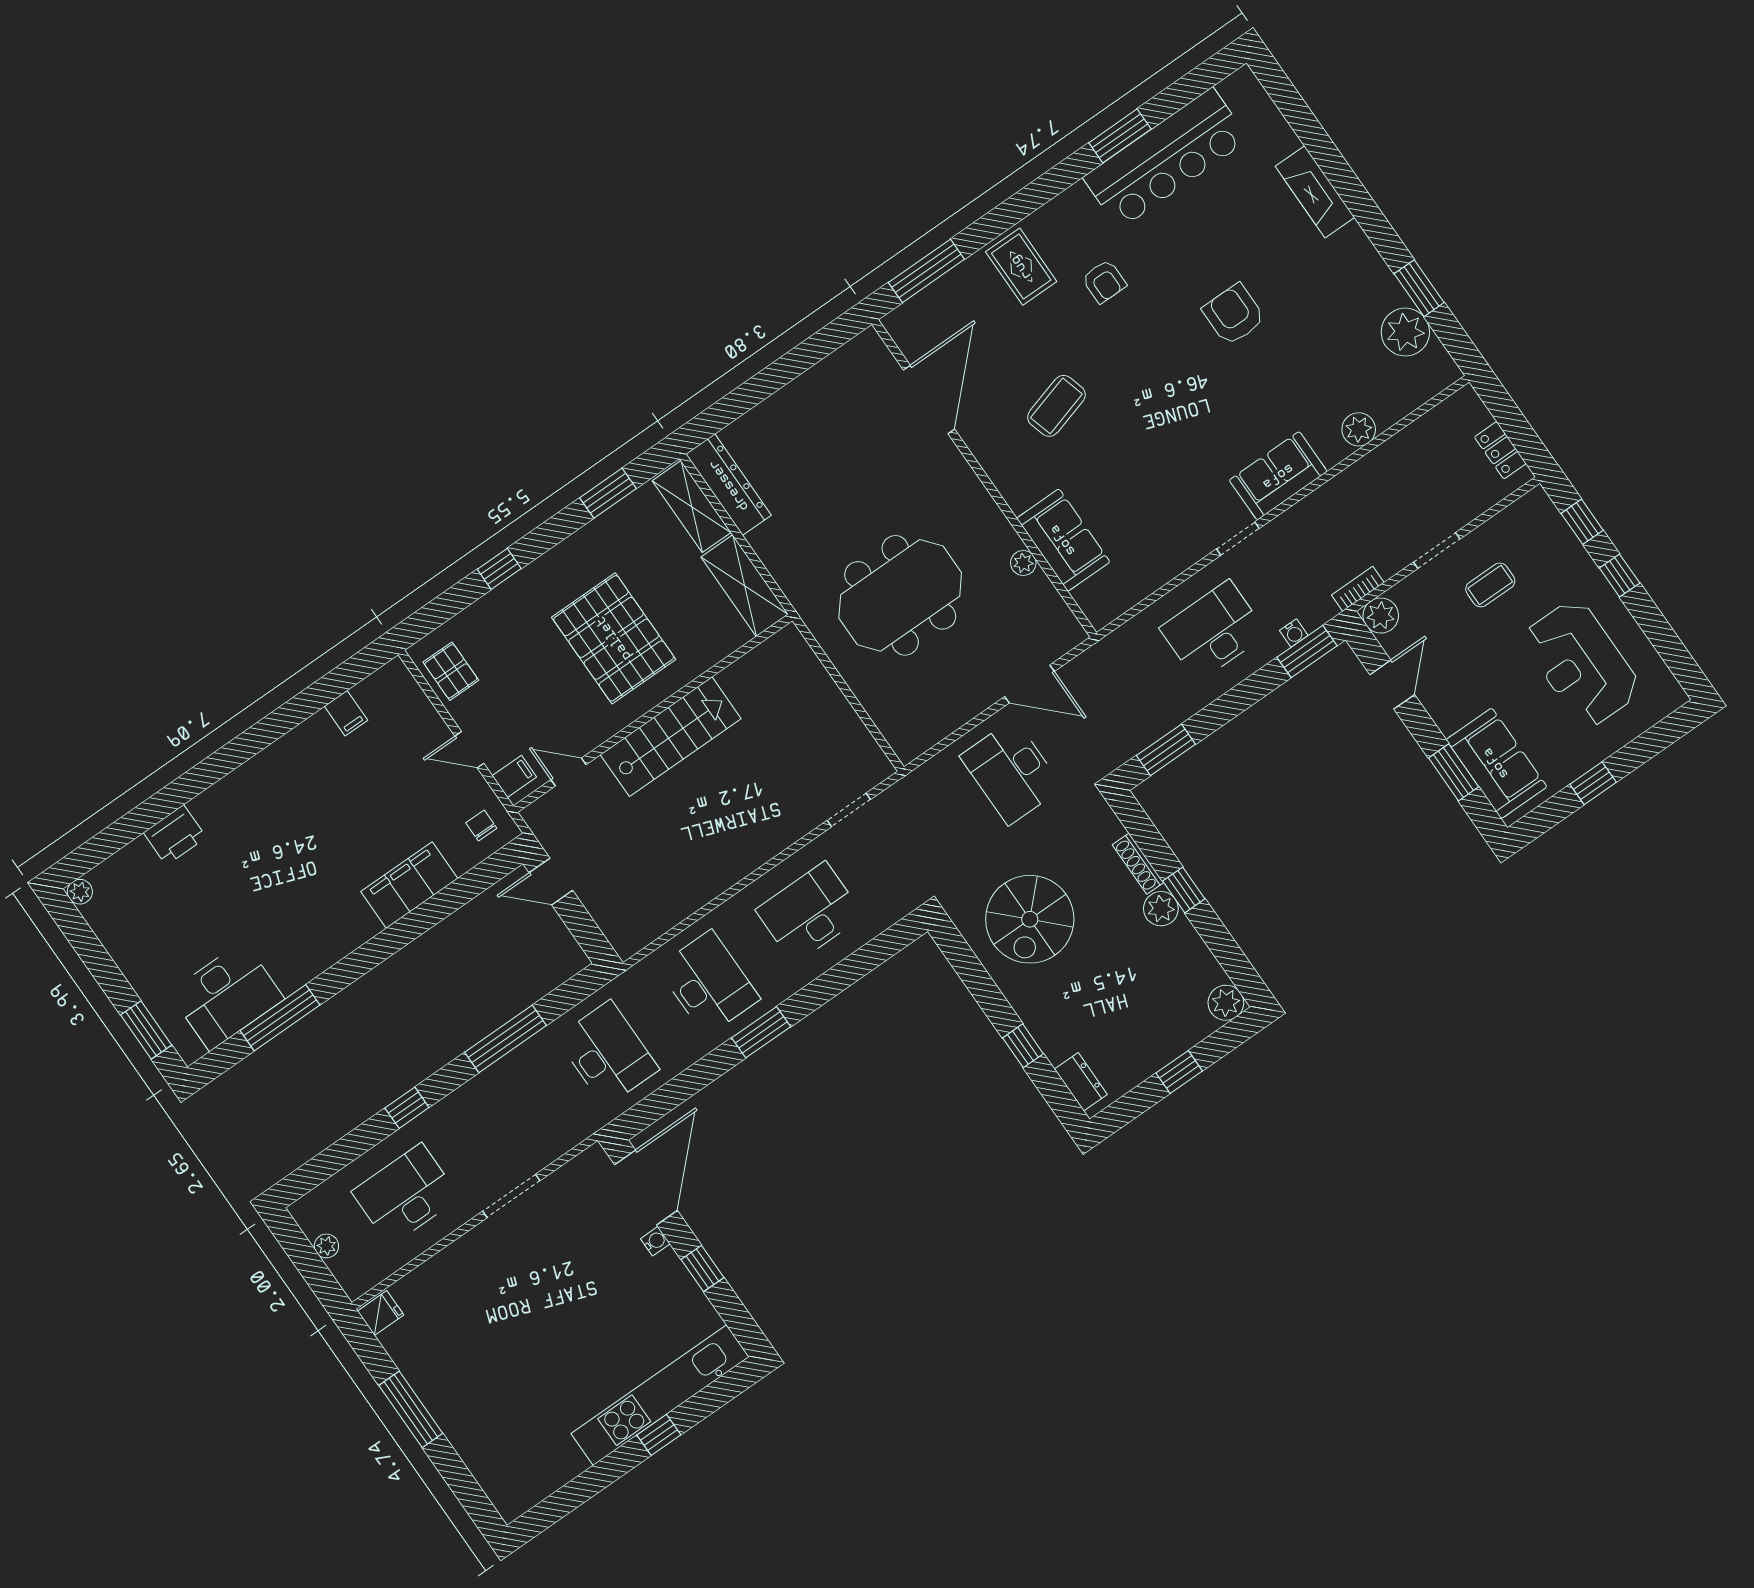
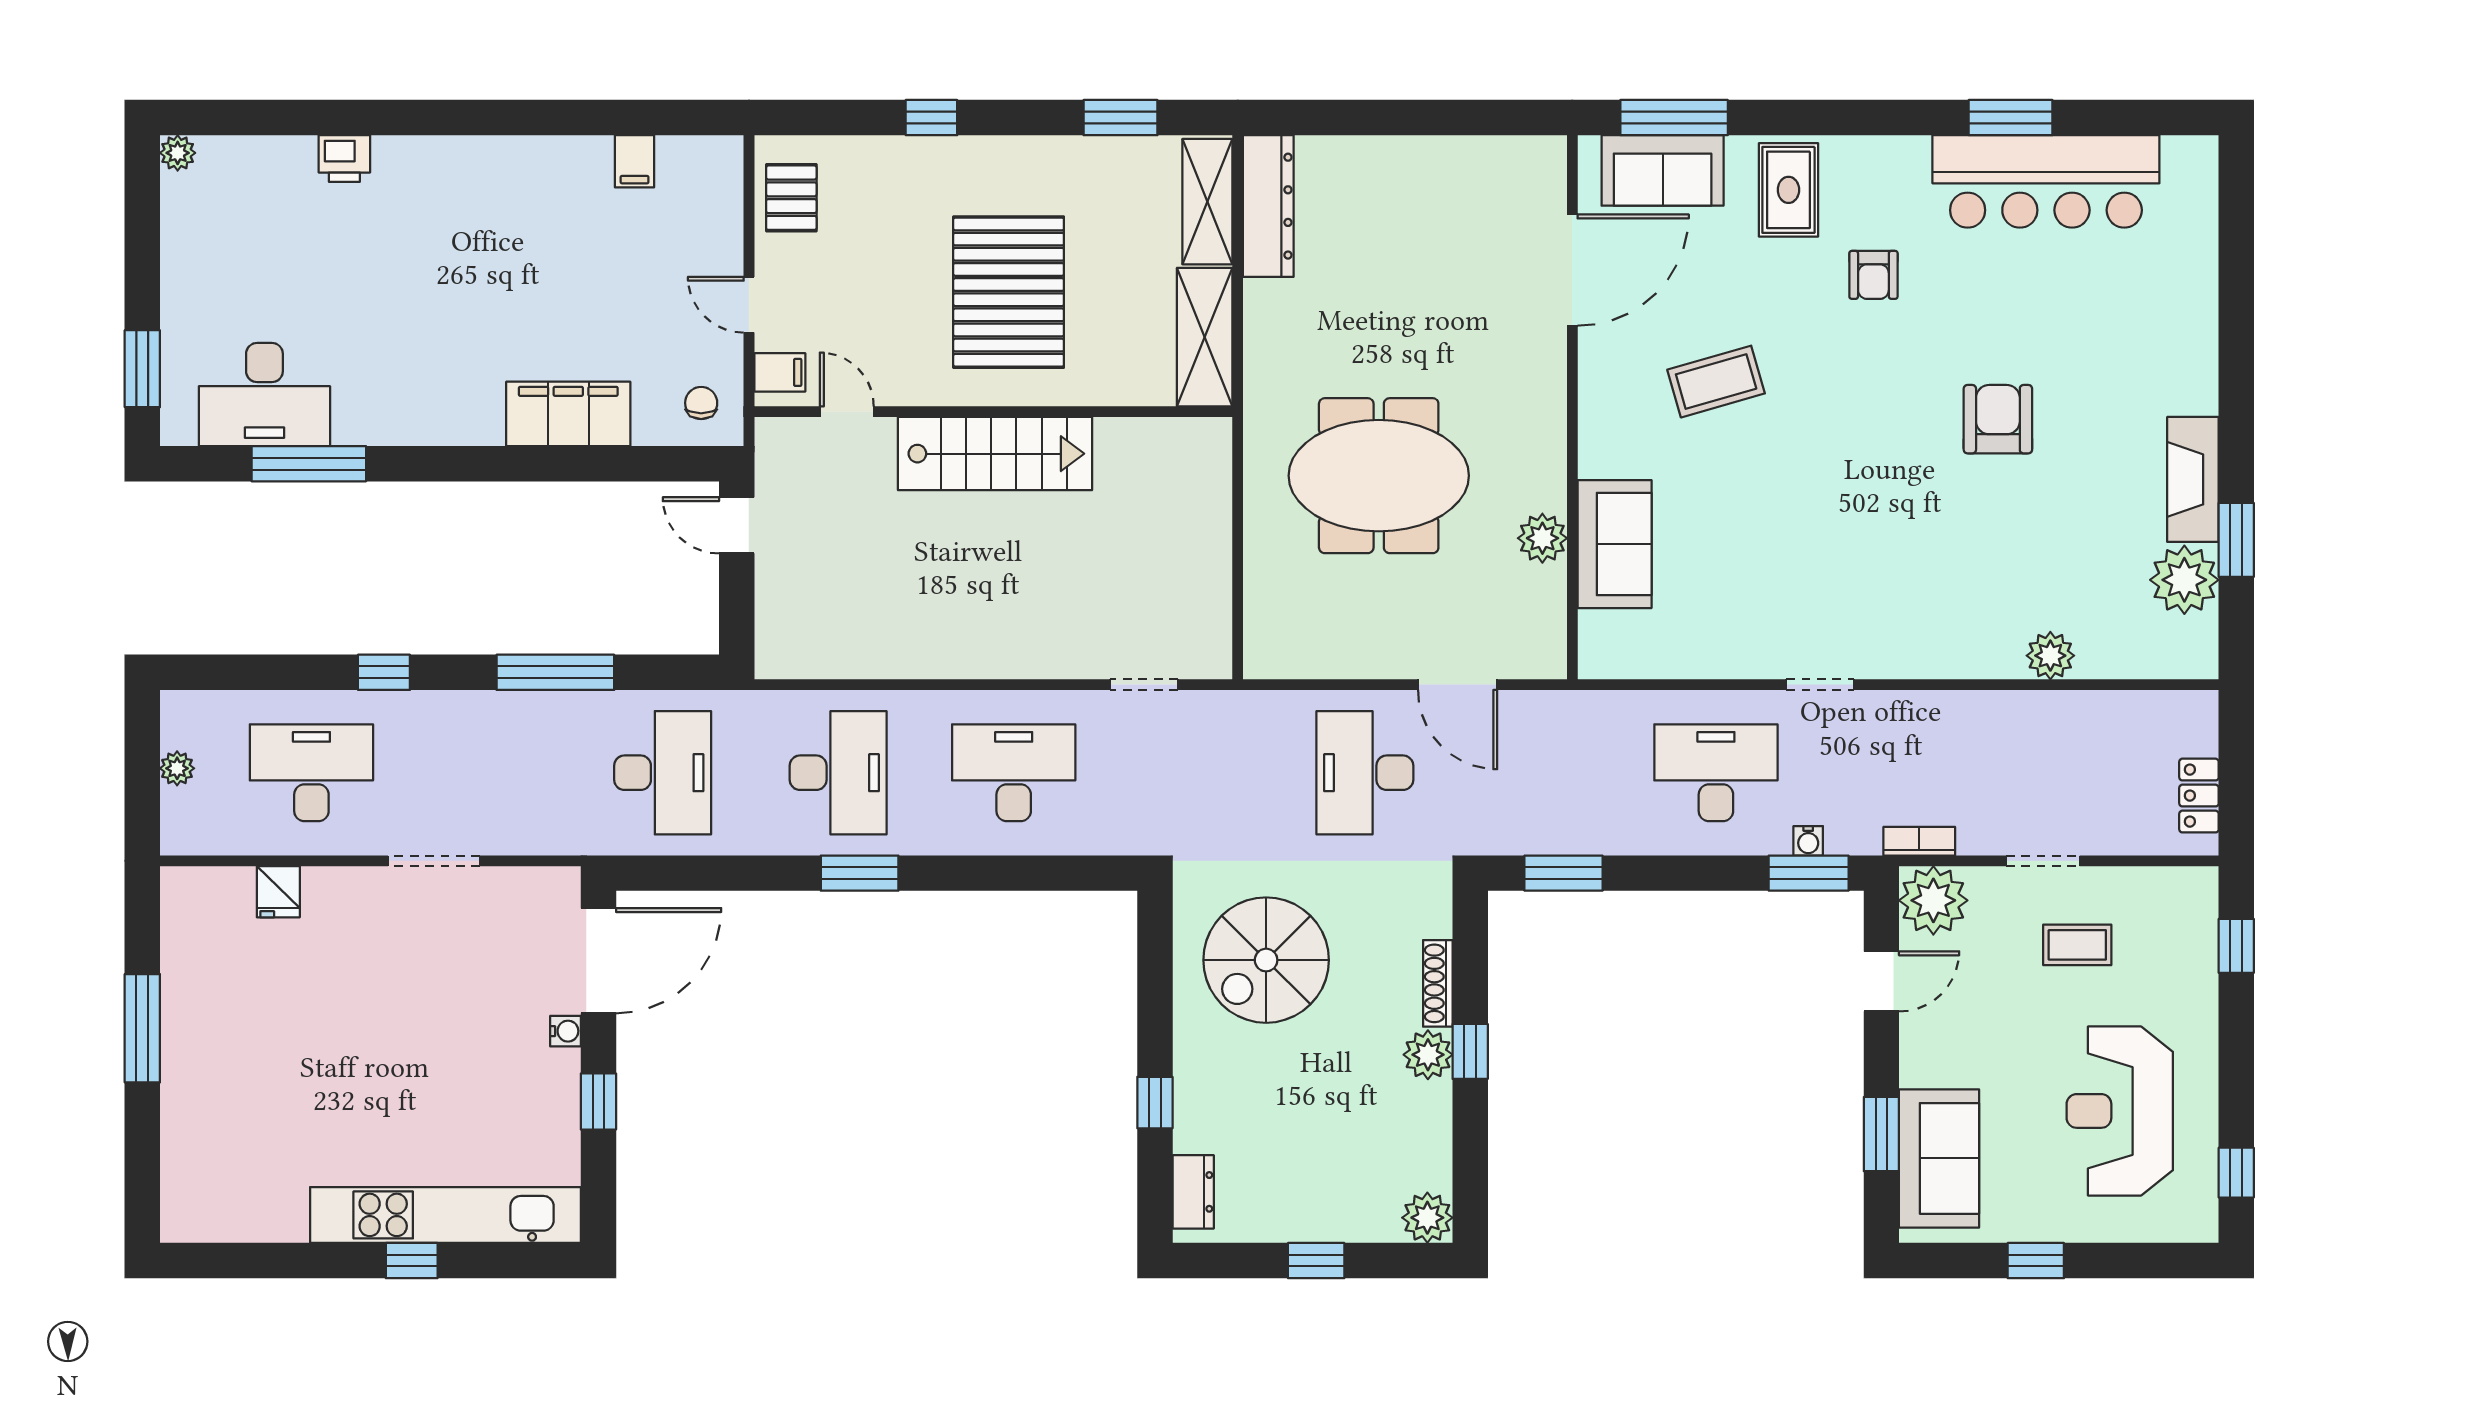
fireplace: (1315, 192) -> (2193, 479), moved
sofa: (1278, 476) -> (1663, 170), moved, turned 180
plant: (1023, 563) -> (1542, 538), width x1.38, depth x1.38
window: (1620, 575) -> (2236, 1173), moved
plant: (1381, 616) -> (1933, 900), width x1.36, depth x1.36
printer: (175, 835) -> (344, 159), width x0.73, depth x0.81
fridge: (381, 1313) -> (278, 892), moved, turned 90

